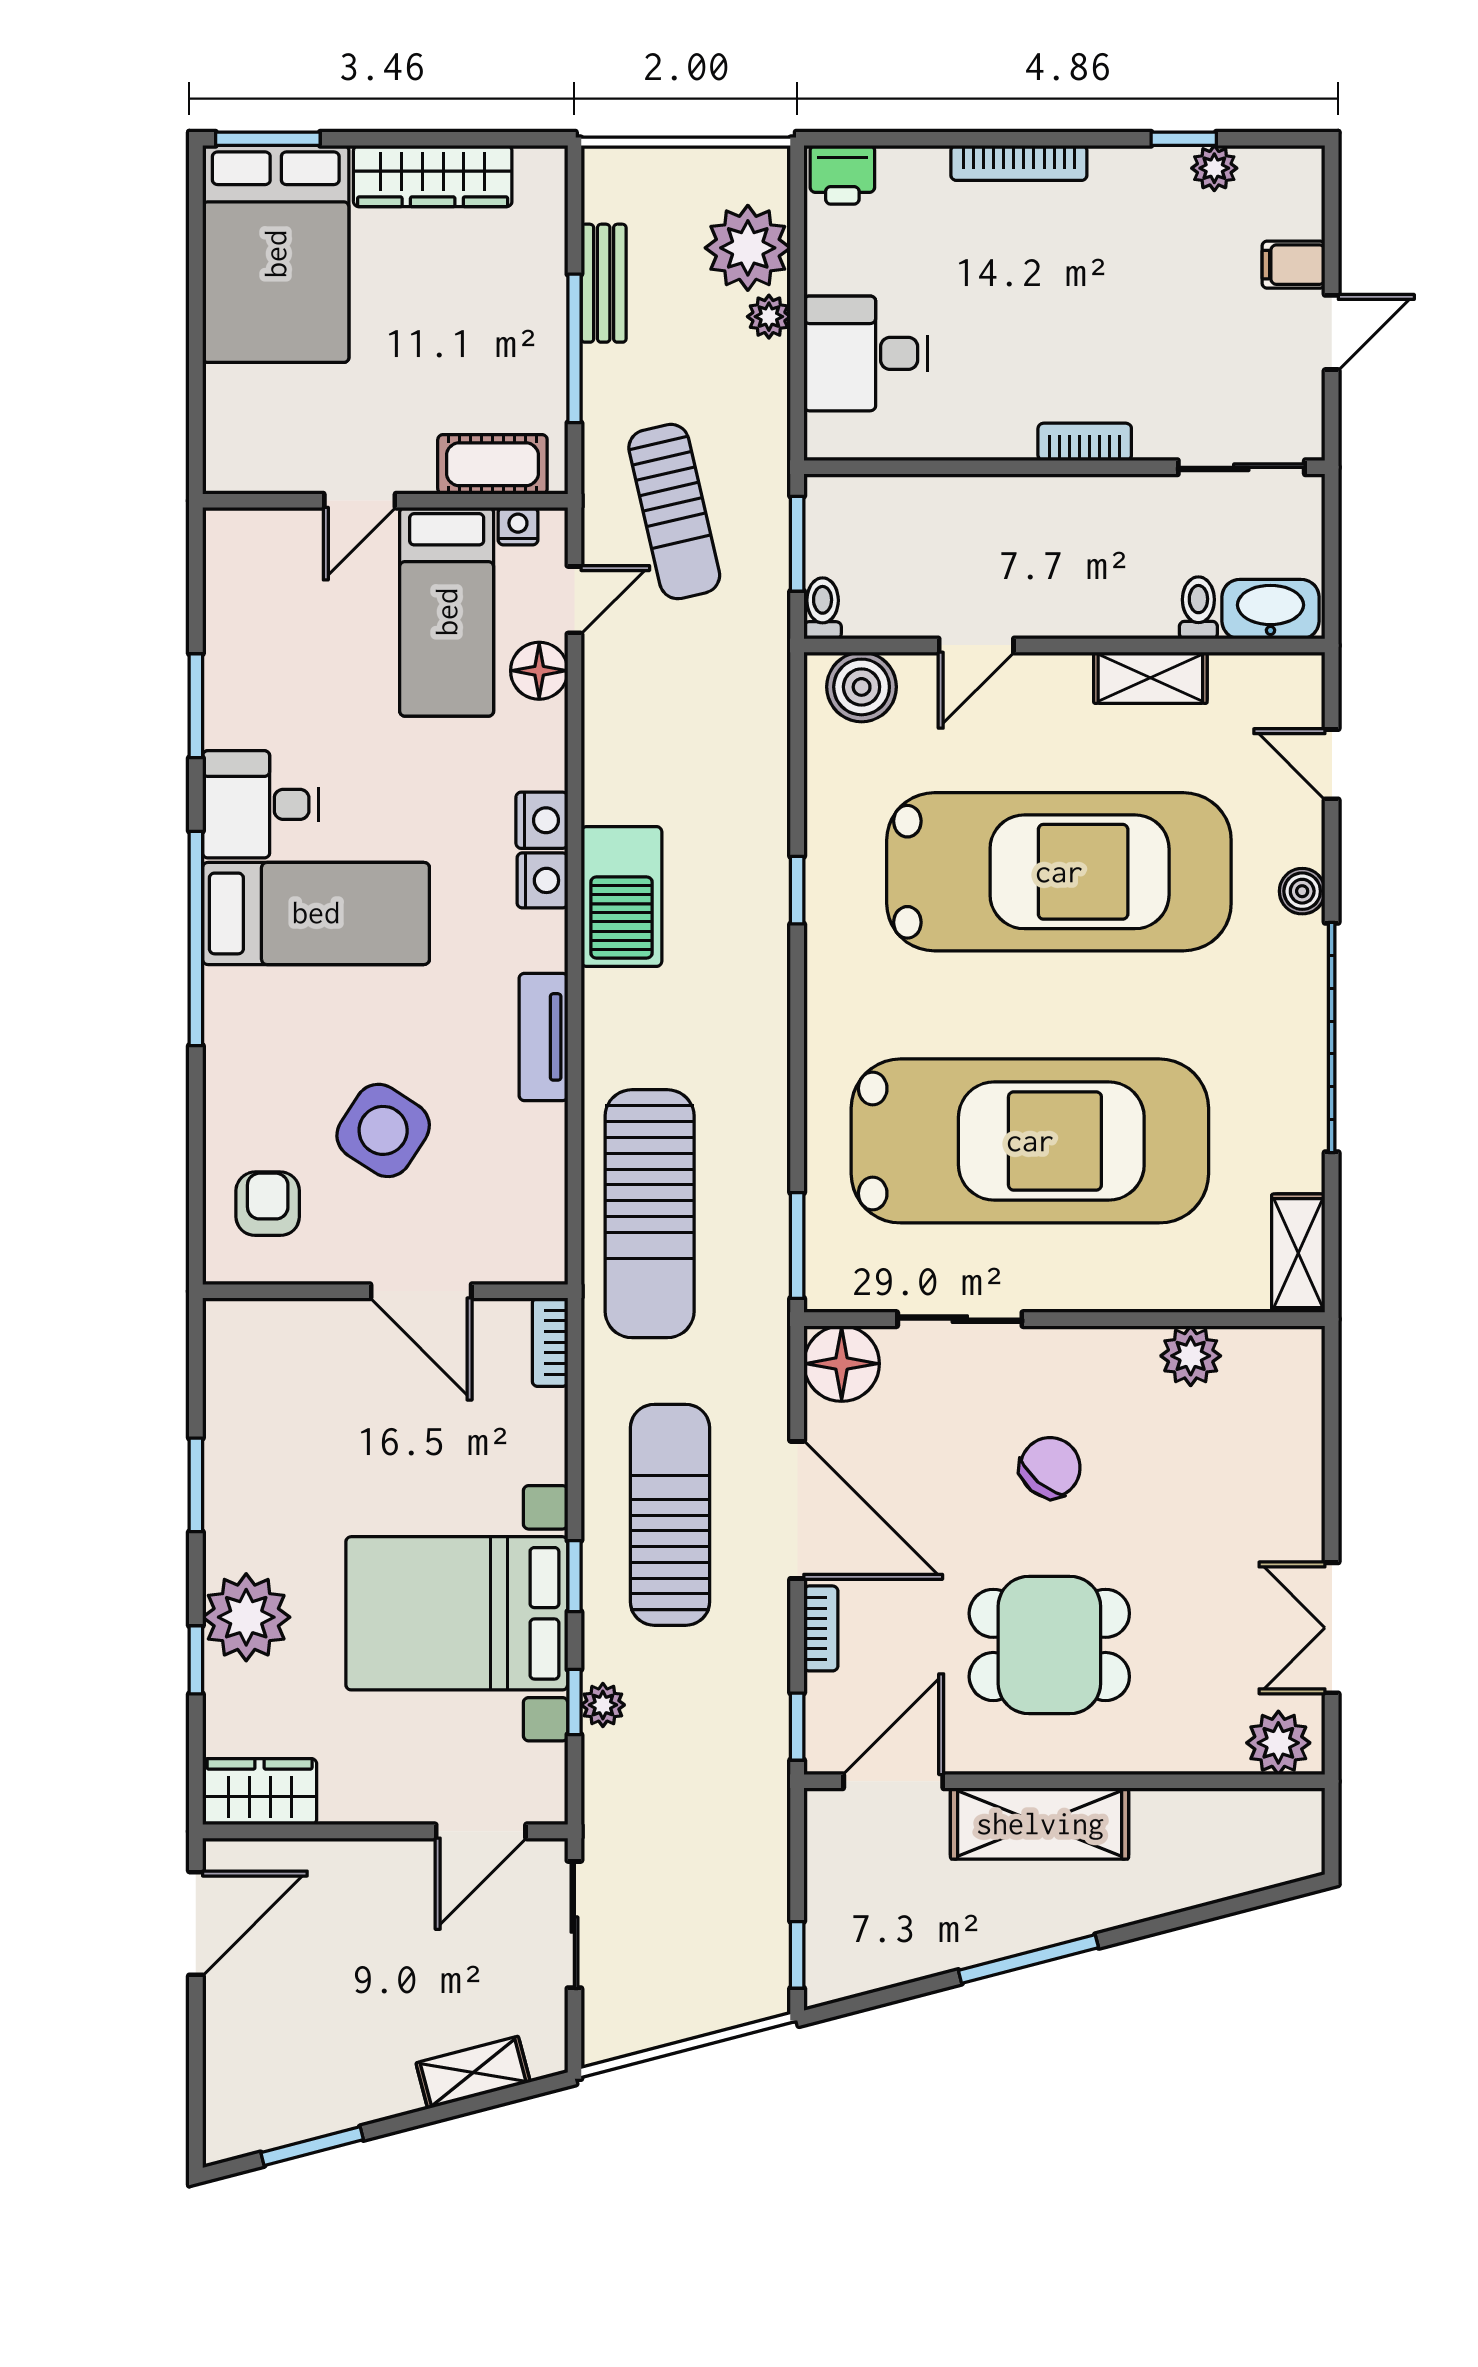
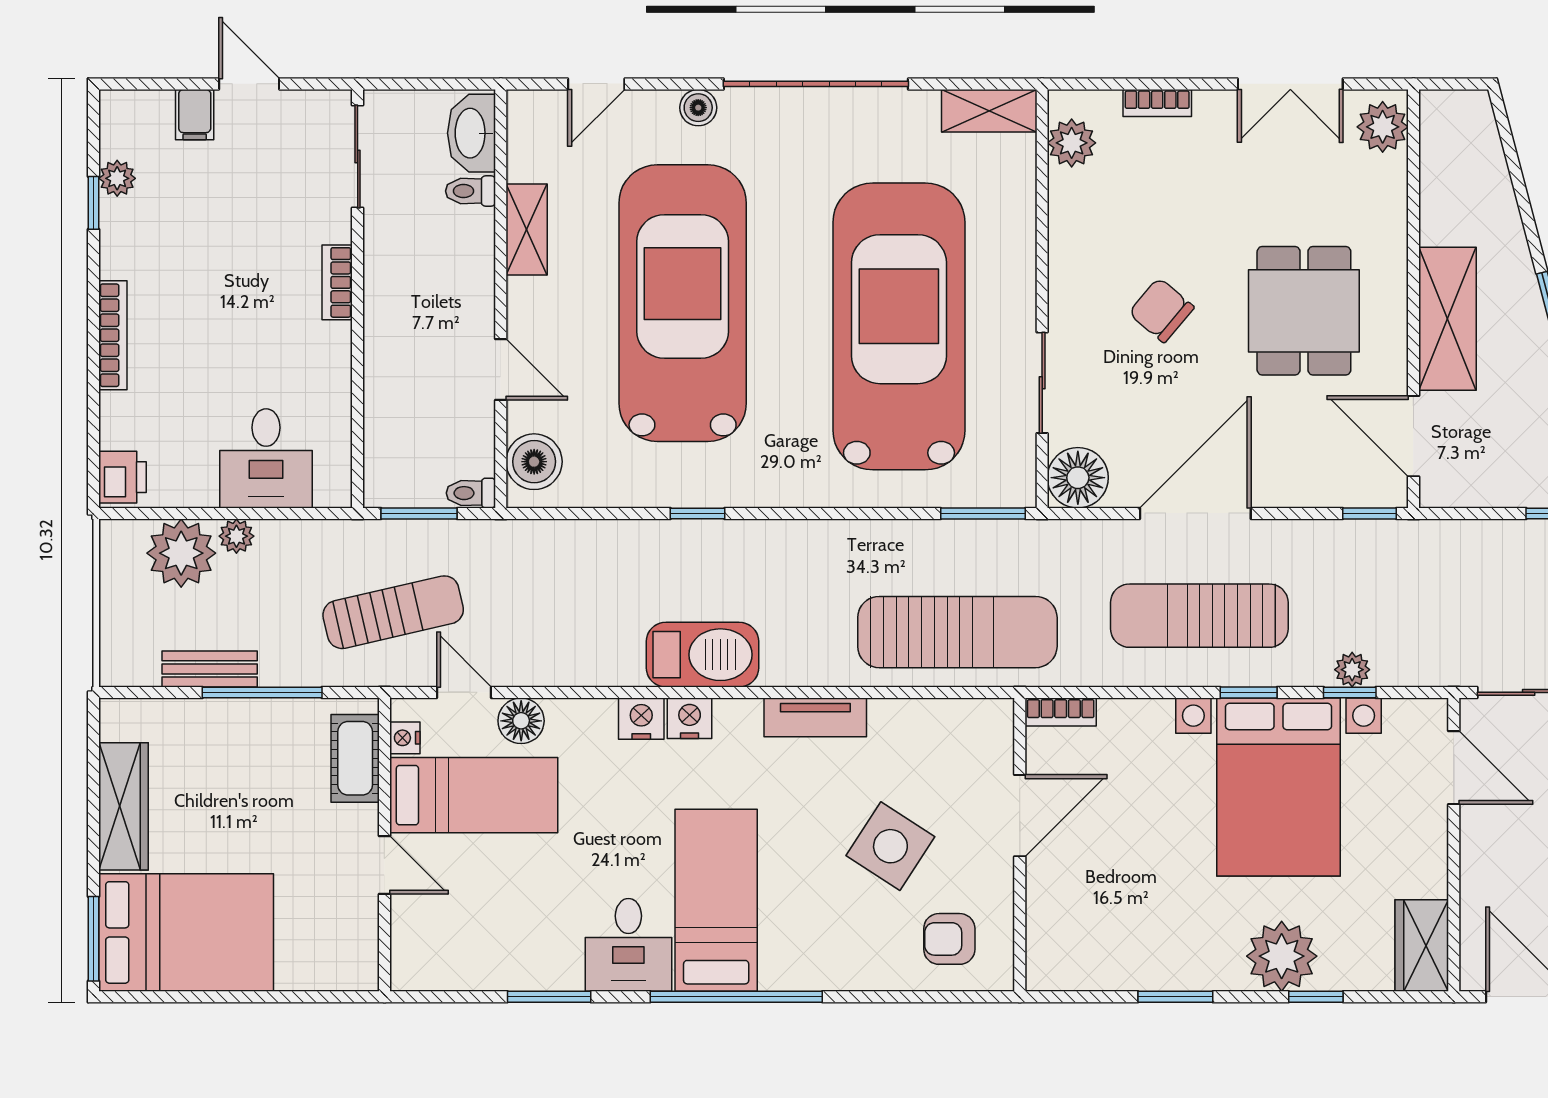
plant: (1191, 1356) -> (1072, 143), moved
bookcase: (821, 1628) -> (1157, 103), moved, turned 180

